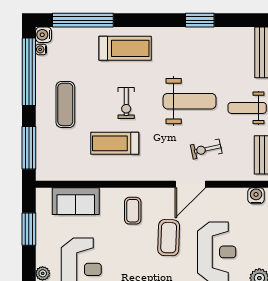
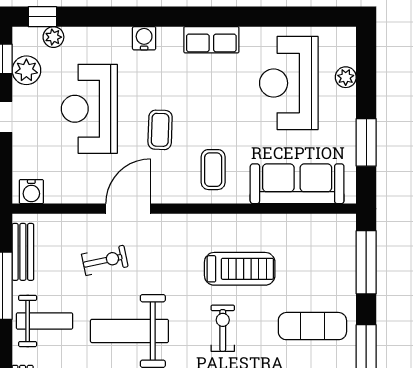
exercise mat: (65, 104) -> (312, 326), turned 90
sofa: (76, 201) -> (297, 184), width x1.36
coffee table: (169, 238) -> (160, 130), width x0.73, depth x0.77

